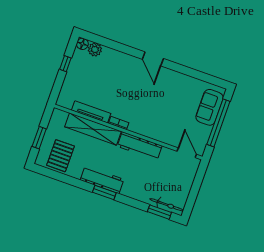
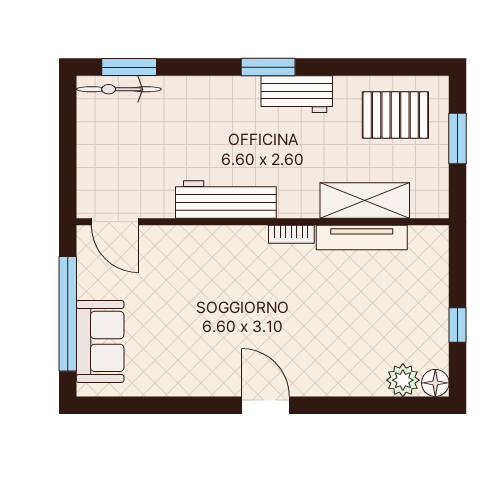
shelving: (93, 129) -> (365, 200), width x0.68
pallet: (61, 156) -> (395, 115), turned 90
workbench: (102, 180) -> (297, 94), width x0.73

